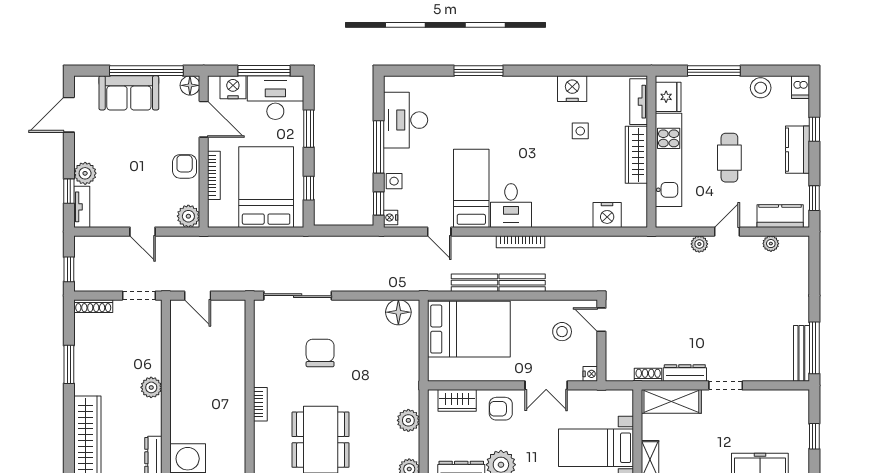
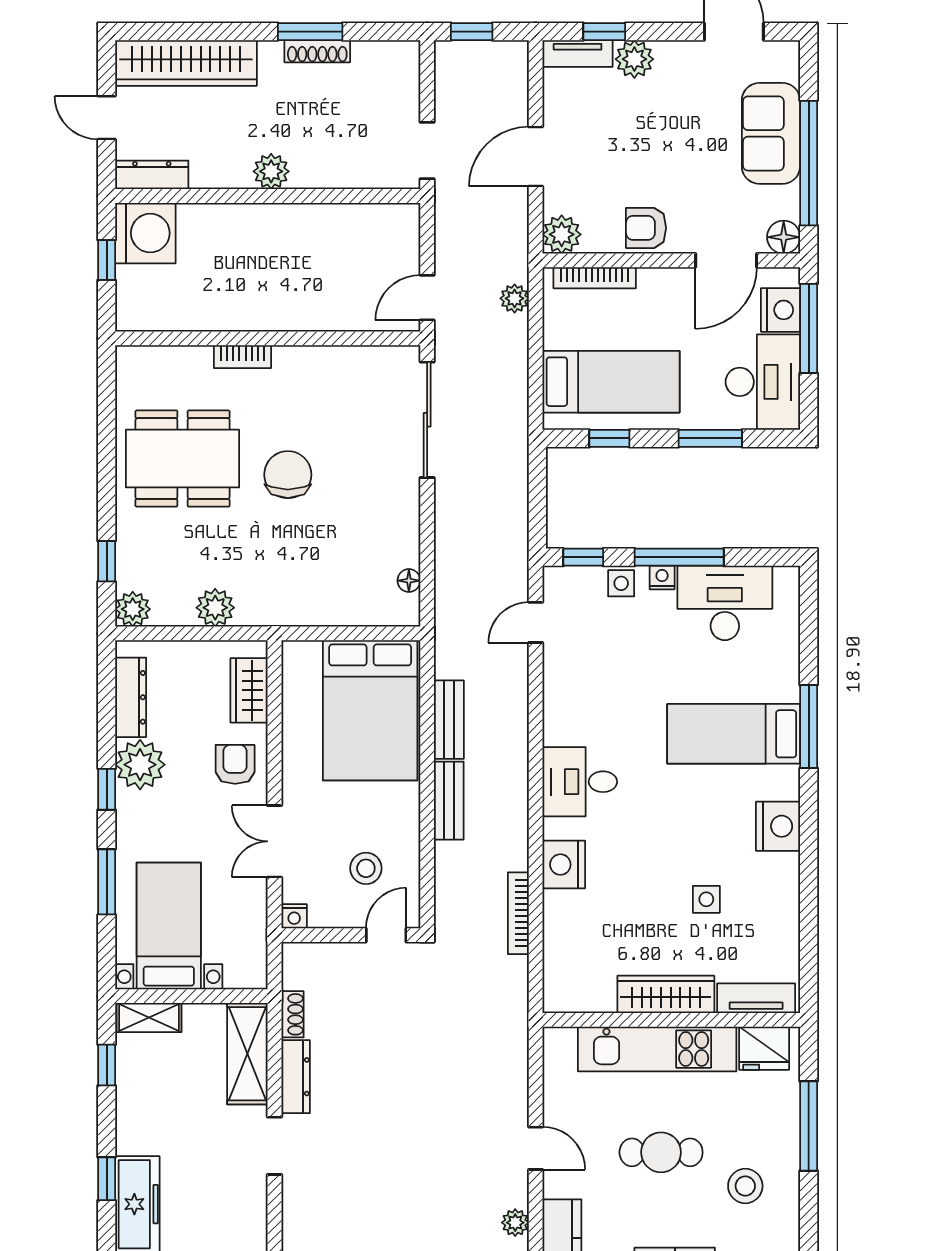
window: (264, 71) -> (809, 328), moved
stool: (761, 88) -> (745, 1186), moved
nightstand: (572, 89) -> (778, 826), moved
armchair: (185, 166) -> (646, 228), turned 180
bookcase: (214, 175) -> (595, 278), moved
bed: (266, 187) -> (611, 382), width x0.67
bed: (471, 188) -> (734, 734), moved, turned 180
nightstand: (607, 215) -> (564, 865), moved
nightstand: (391, 218) -> (662, 577), moved
door: (143, 232) -> (536, 157), width x1.38
door: (439, 232) -> (536, 622), moved
bookcase: (520, 242) -> (518, 913), moved
plant: (699, 244) -> (515, 298), moved
door: (198, 296) -> (427, 298), moved
shoe rack: (93, 306) -> (317, 51), moved, turned -90
floor lamp: (398, 312) -> (409, 581), width x0.53, depth x0.53
chair: (320, 353) -> (288, 475), moved, turned -90

